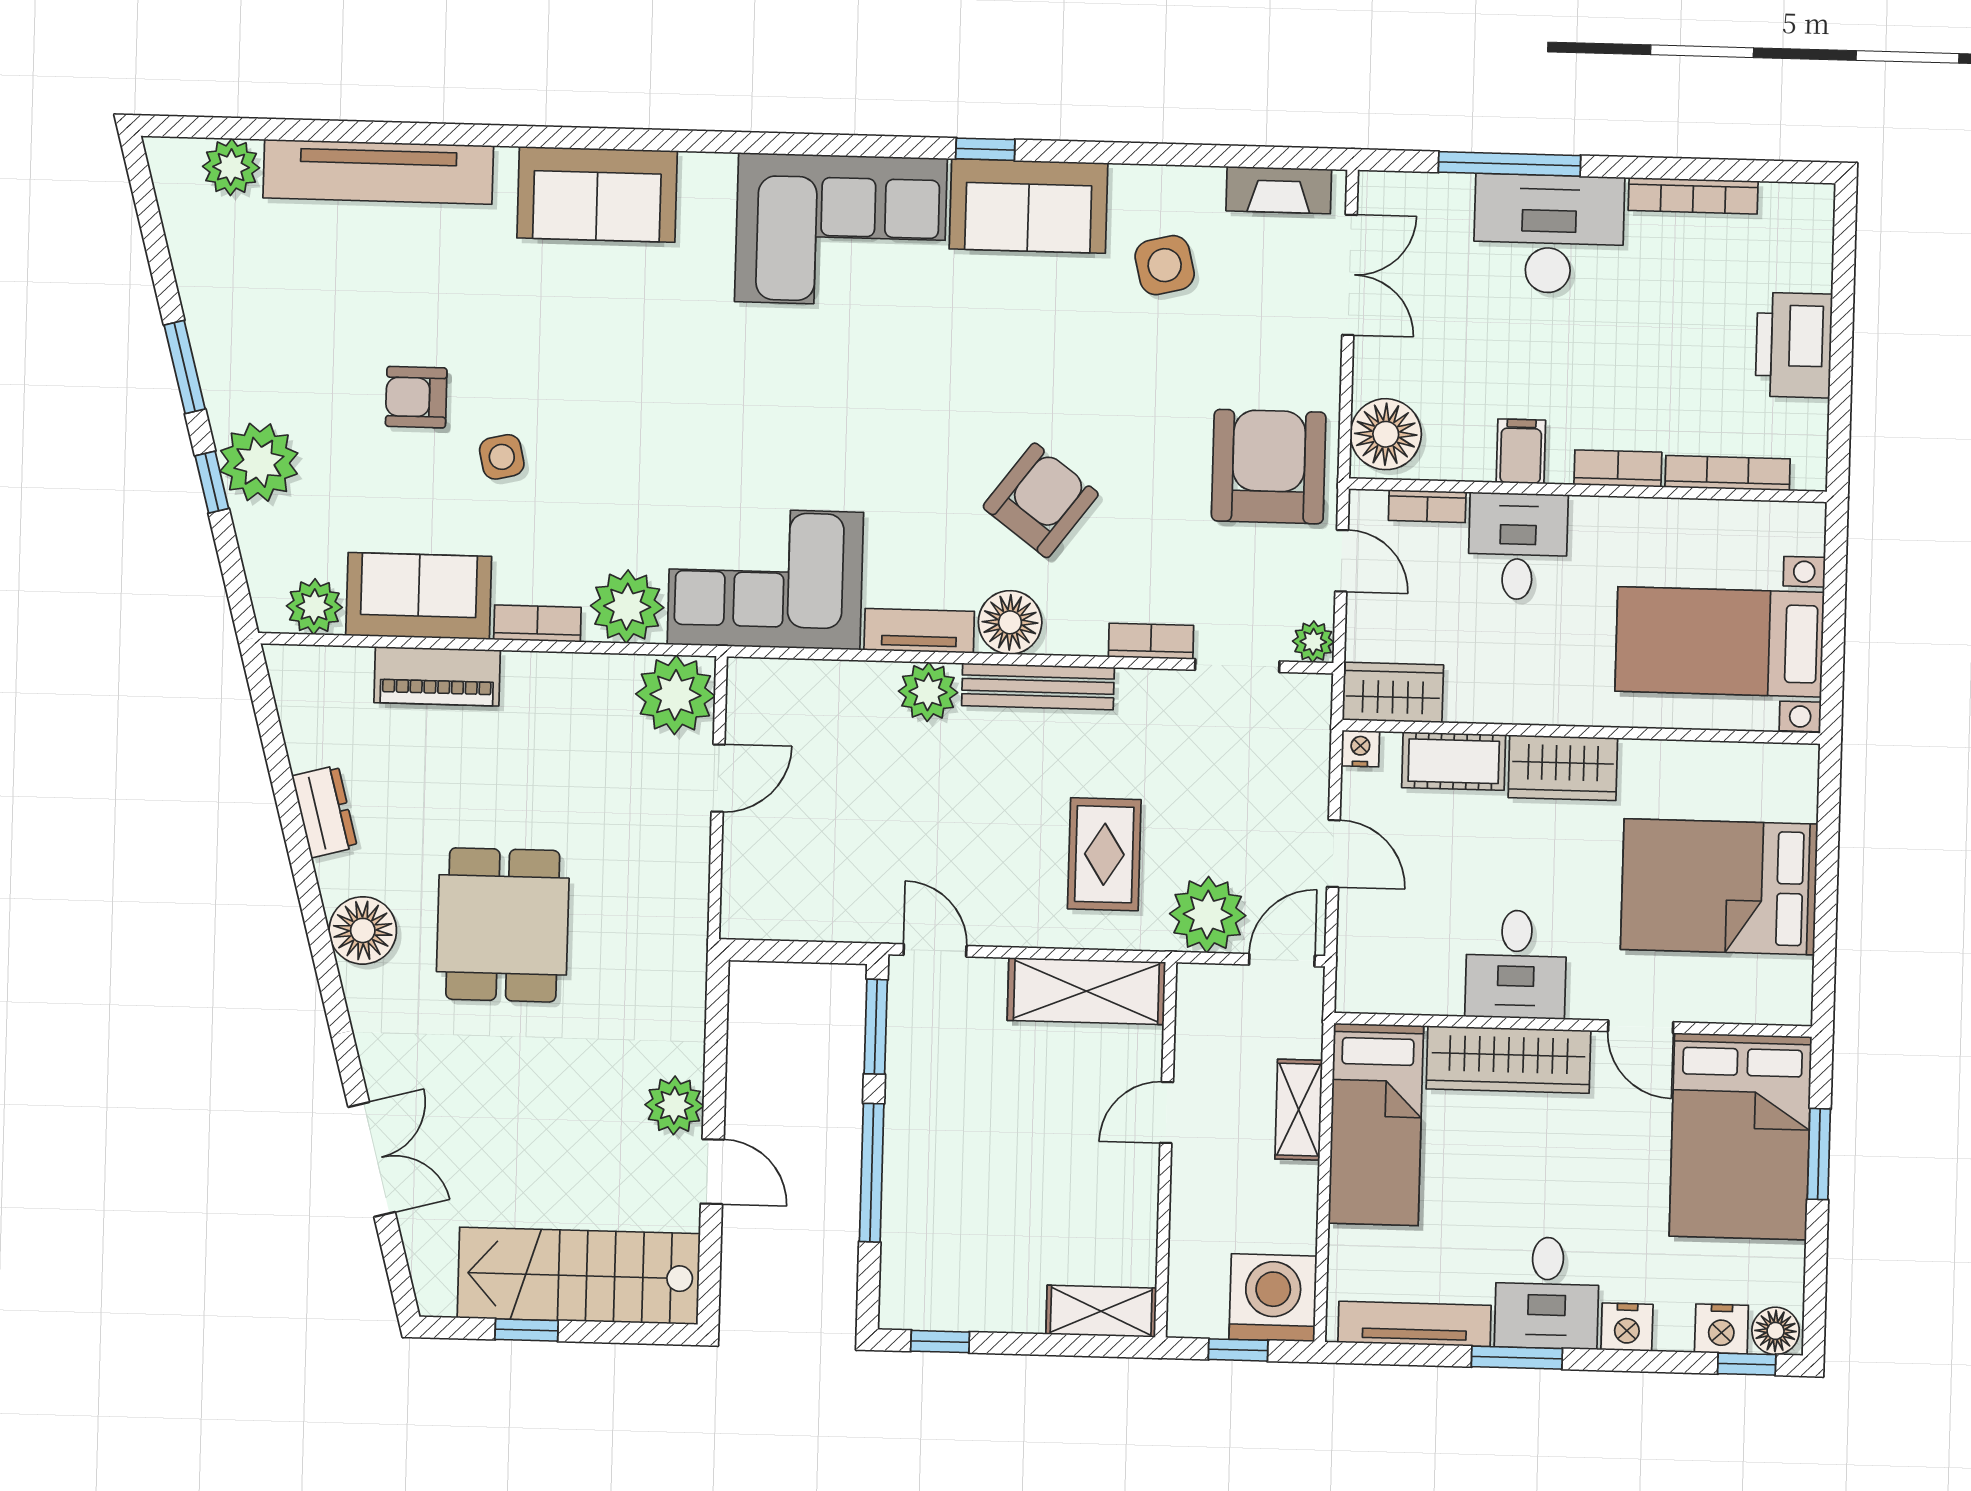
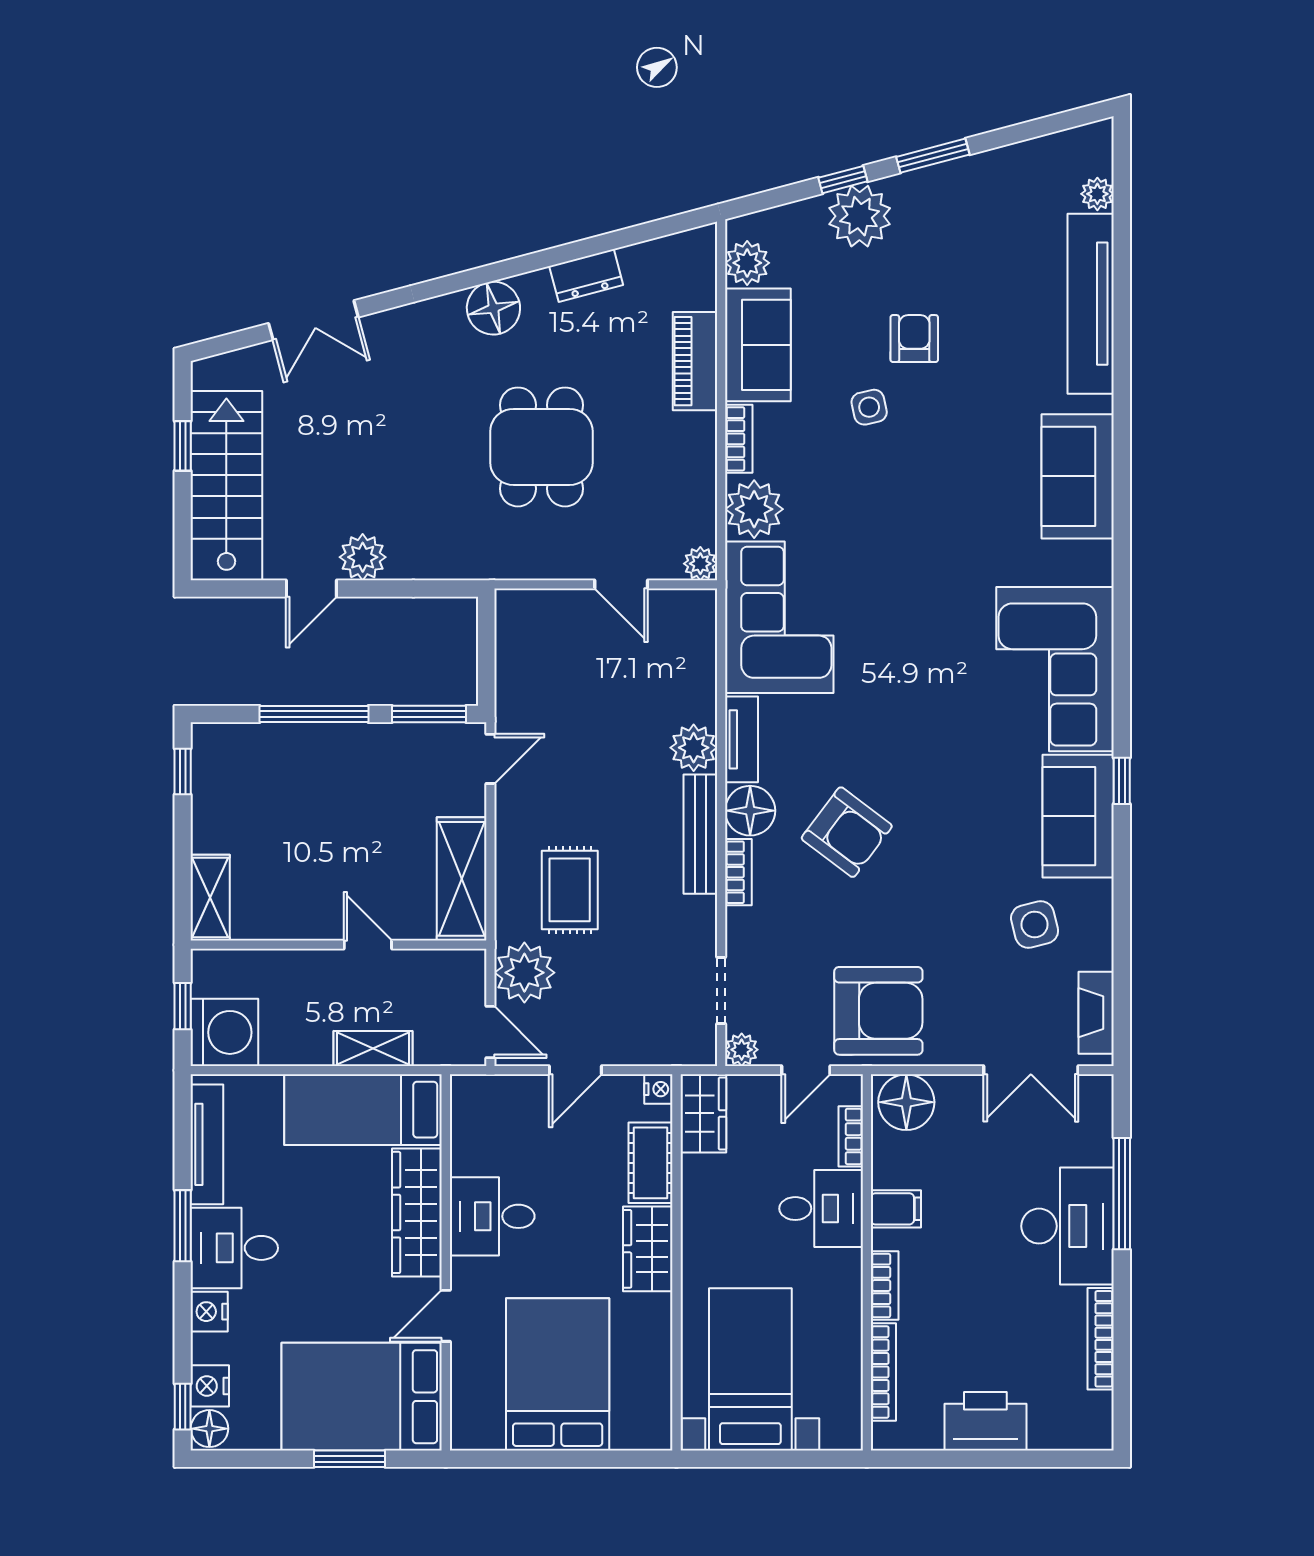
plant: (231, 167) -> (1097, 194), width x0.73, depth x0.73
bookcase: (1151, 641) -> (738, 872), moved
plant: (675, 695) -> (700, 564), width x0.53, depth x0.53
rug: (1104, 854) -> (570, 890), turned 90
dining table: (503, 925) -> (541, 447), moved, turned 90

